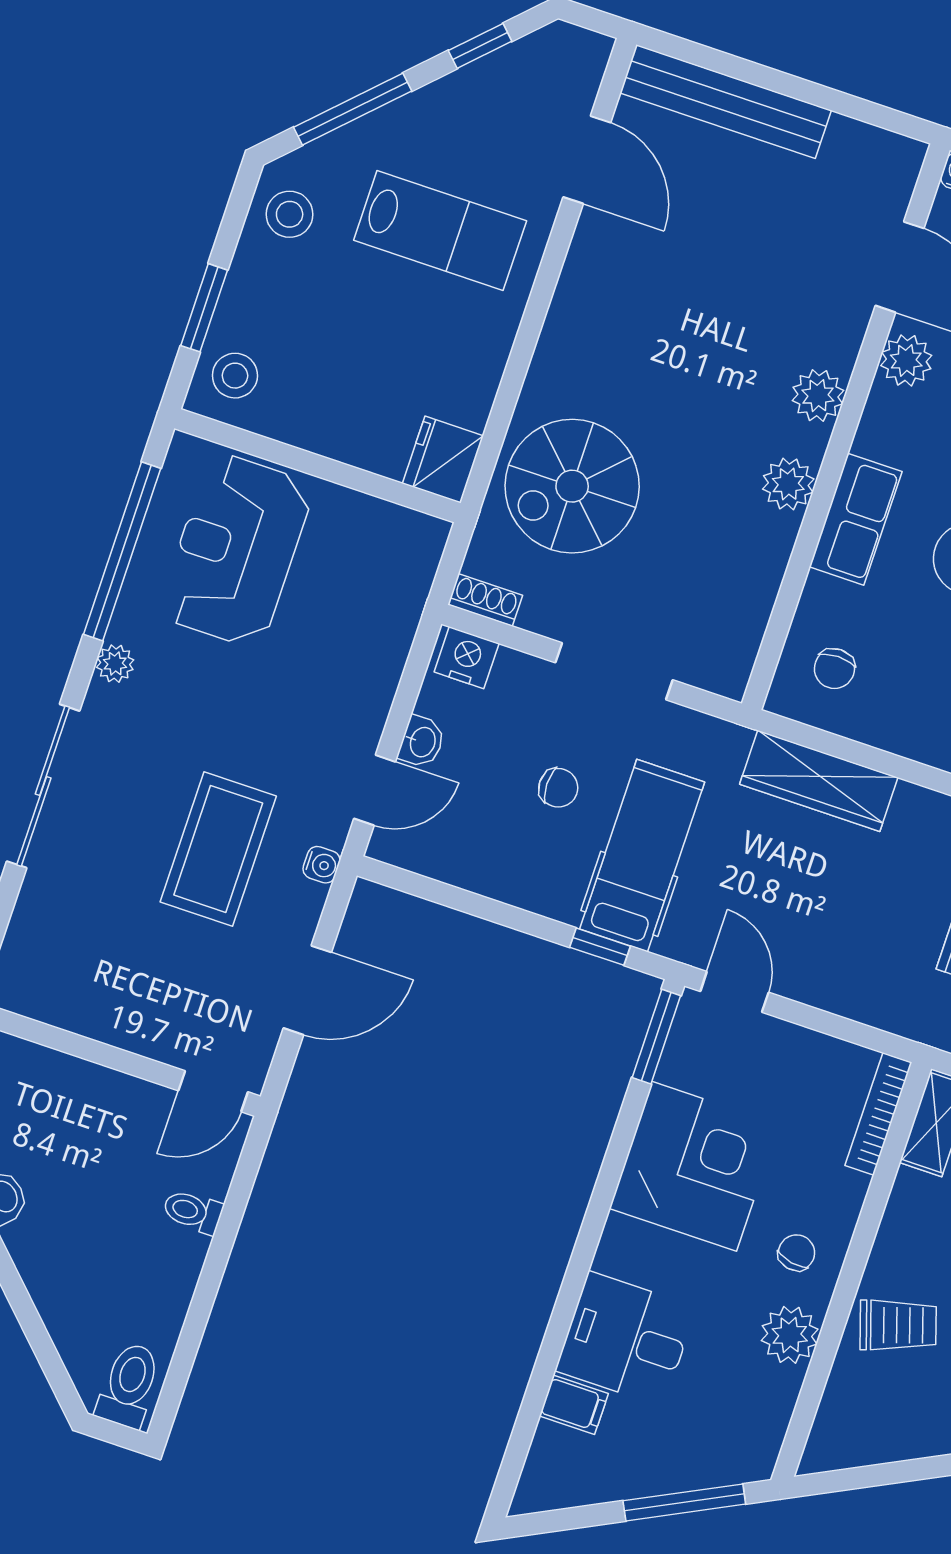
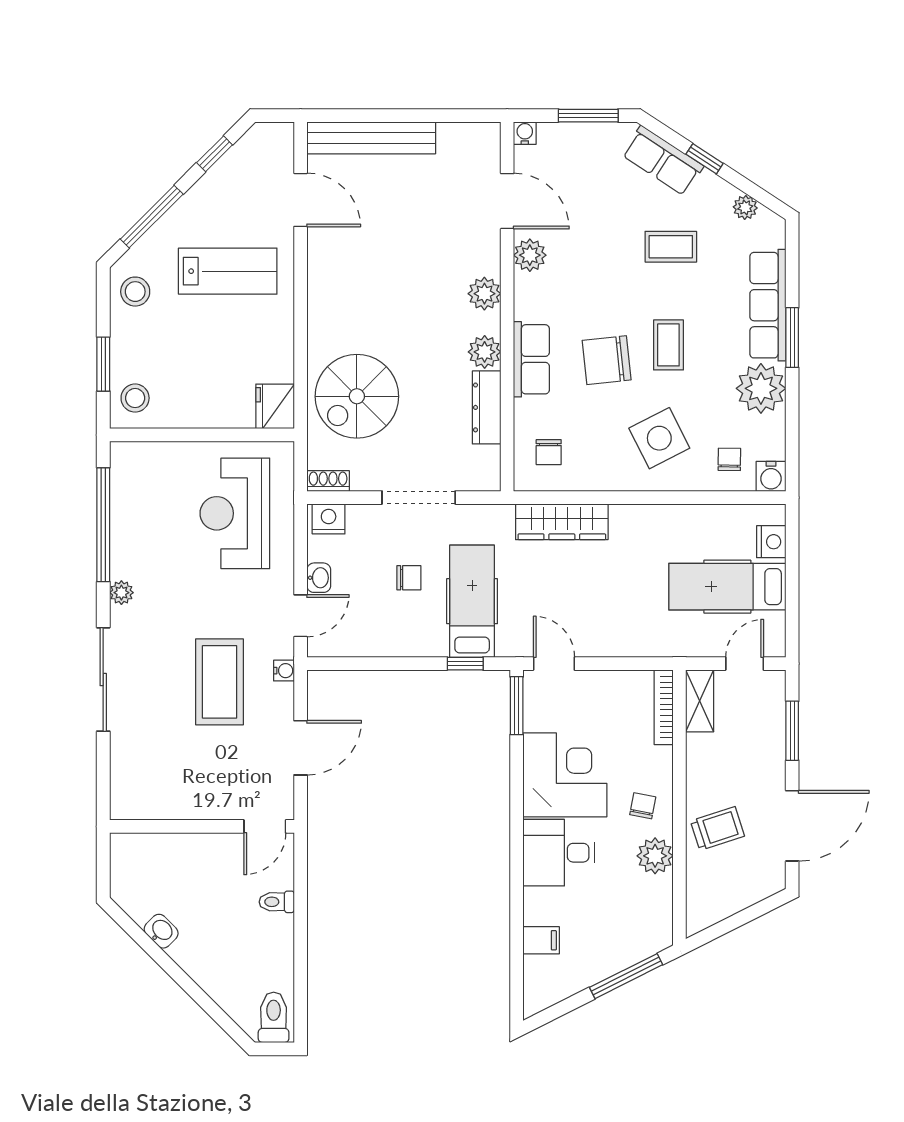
reception desk: (236, 550) -> (235, 513), moved
dresser: (763, 569) -> (487, 407), added
desk: (626, 1339) -> (559, 853), moved

